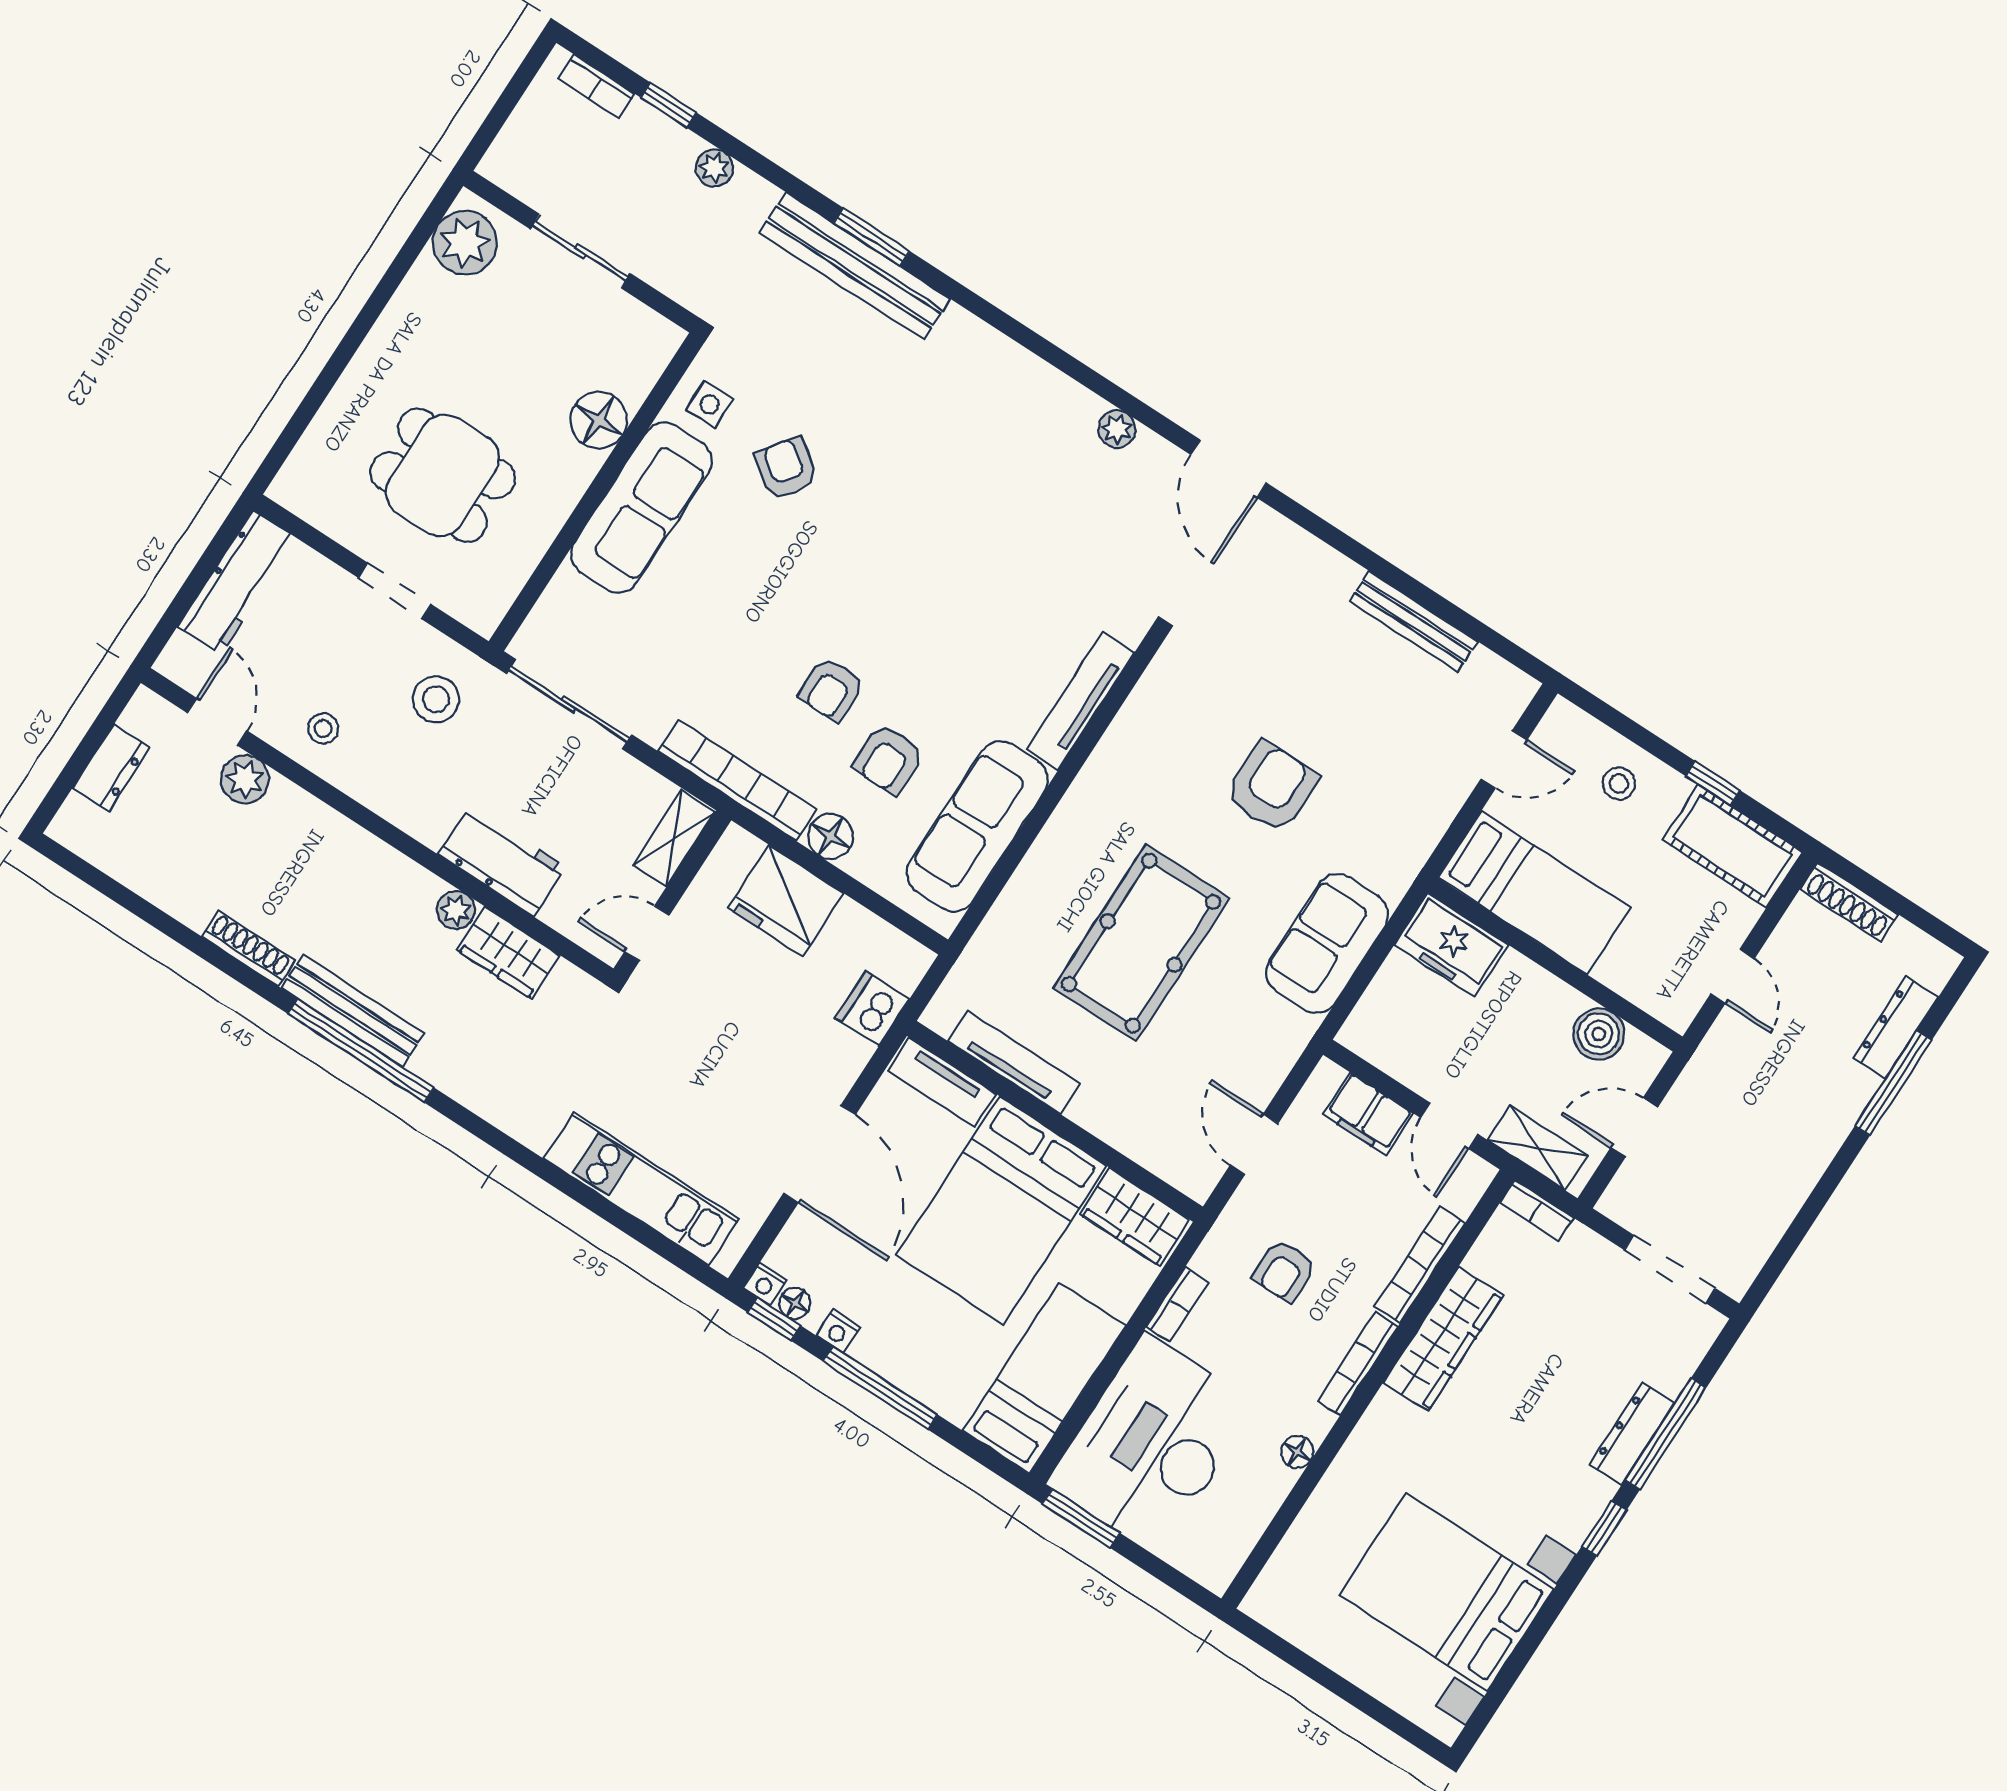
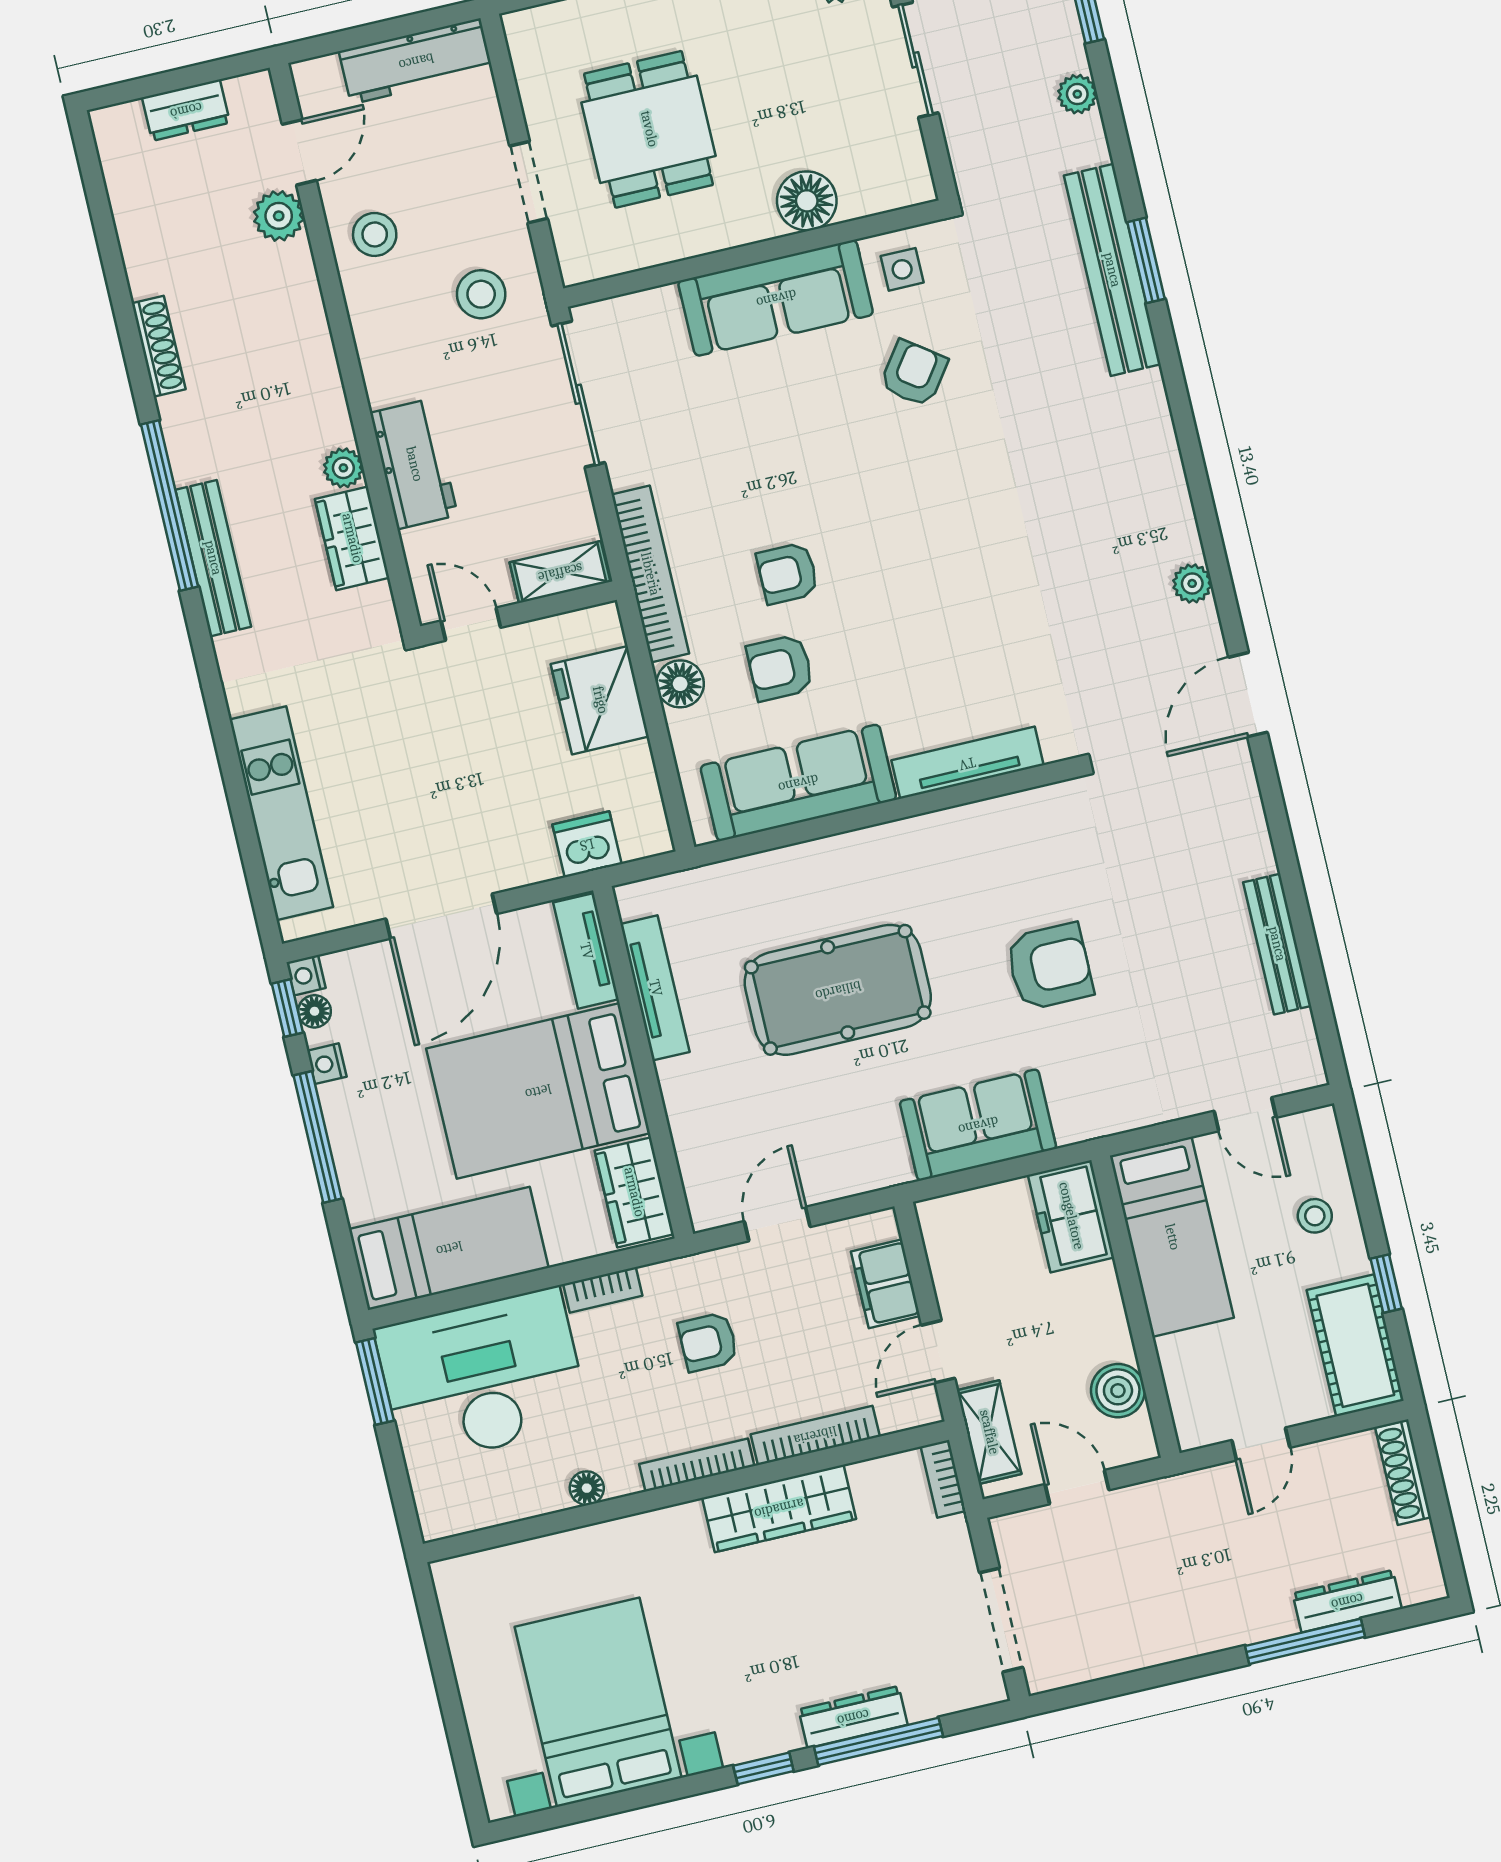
stool: (323, 729) -> (375, 234), width x1.37, depth x1.37
bench: (353, 1011) -> (213, 558), moved

